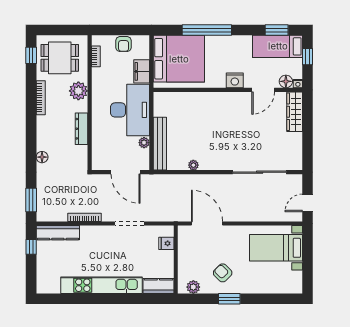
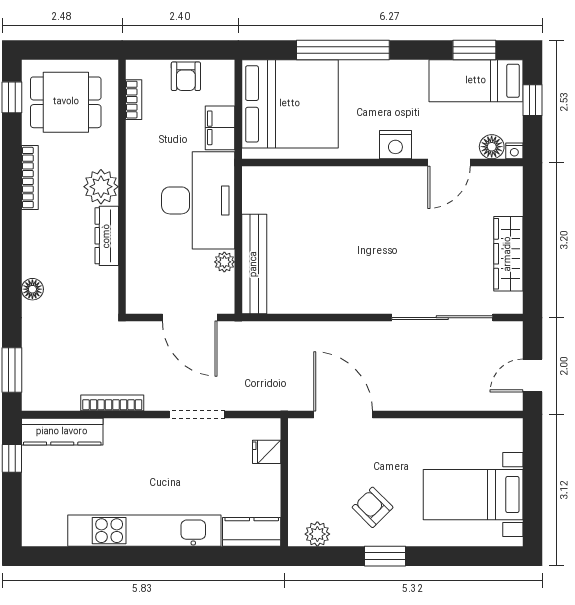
plant: (78, 91) -> (101, 187), moved
wardrobe: (295, 112) -> (508, 254), moved
plant: (193, 165) -> (318, 304), removed
bed with nightstands: (276, 248) -> (473, 495), moved

